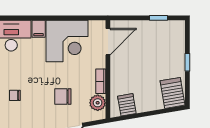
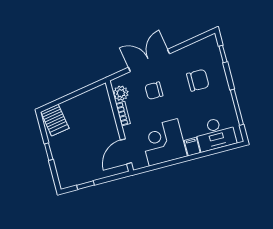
chair: (15, 95) -> (198, 80), width x1.87, depth x1.87
chair: (63, 97) -> (154, 91), turned 180
server rack: (127, 105) -> (94, 98), removed

